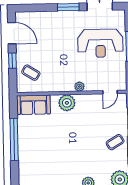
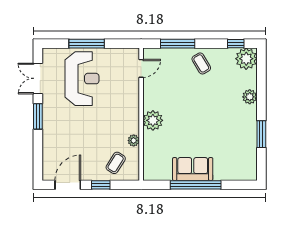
plant: (79, 87) -> (134, 141), moved
door: (110, 92) -> (141, 68), hinge flipped
sofa: (33, 105) -> (193, 169), moved, turned -90

